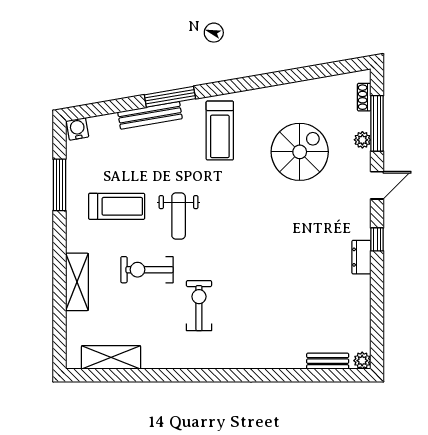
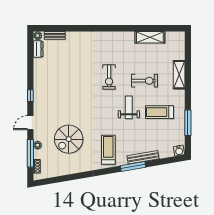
dresser: (361, 257) -> (38, 49), moved
exercise bike: (199, 306) -> (109, 77), moved
shelving: (111, 357) -> (150, 37), moved

